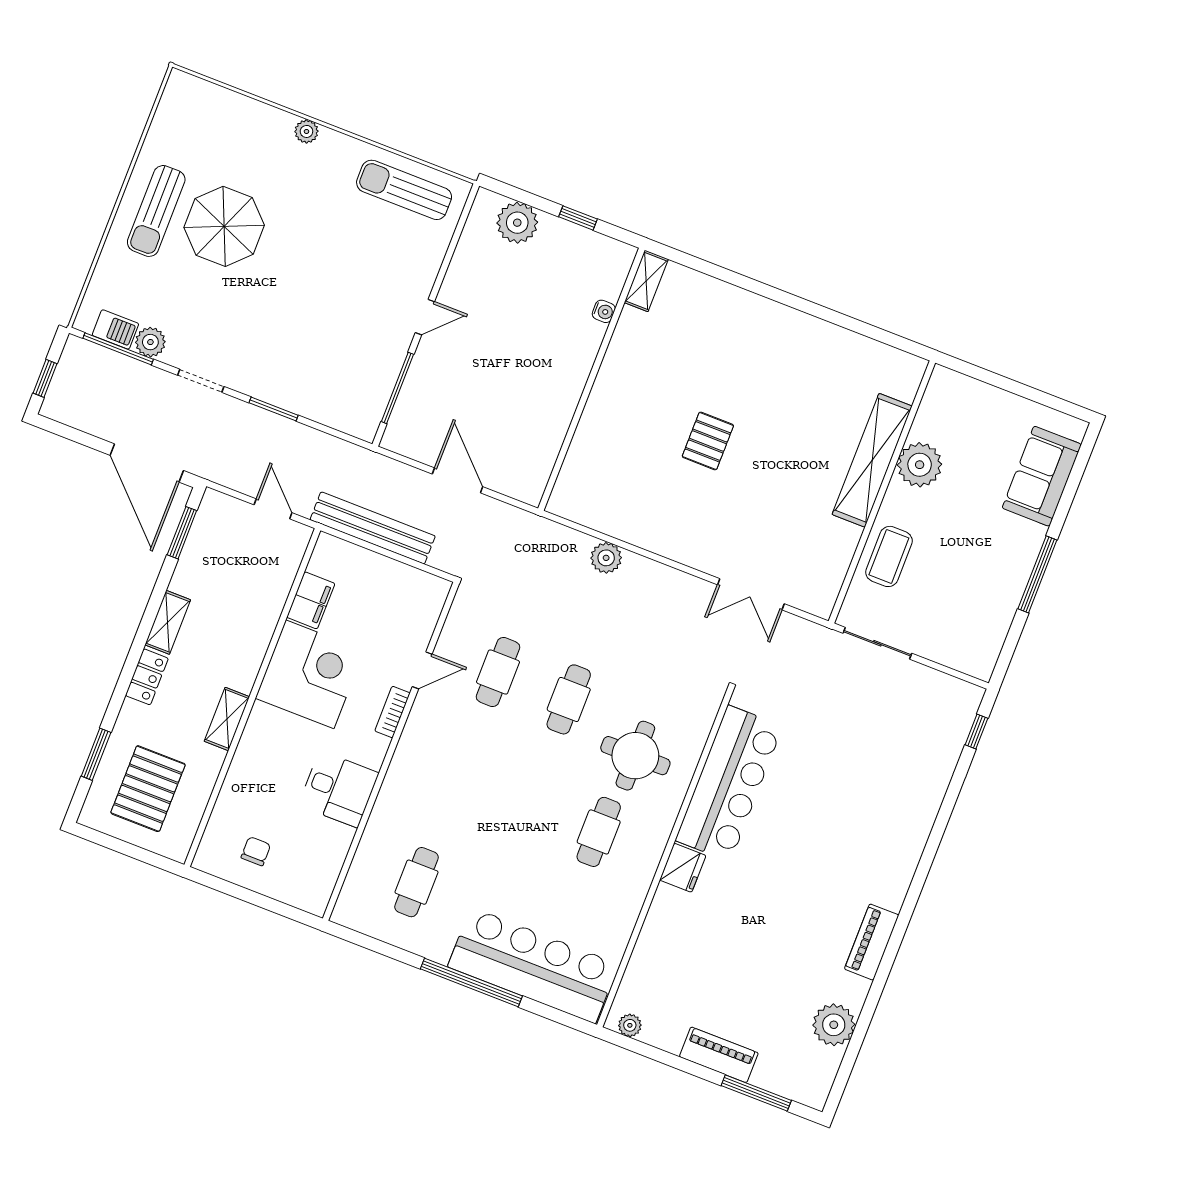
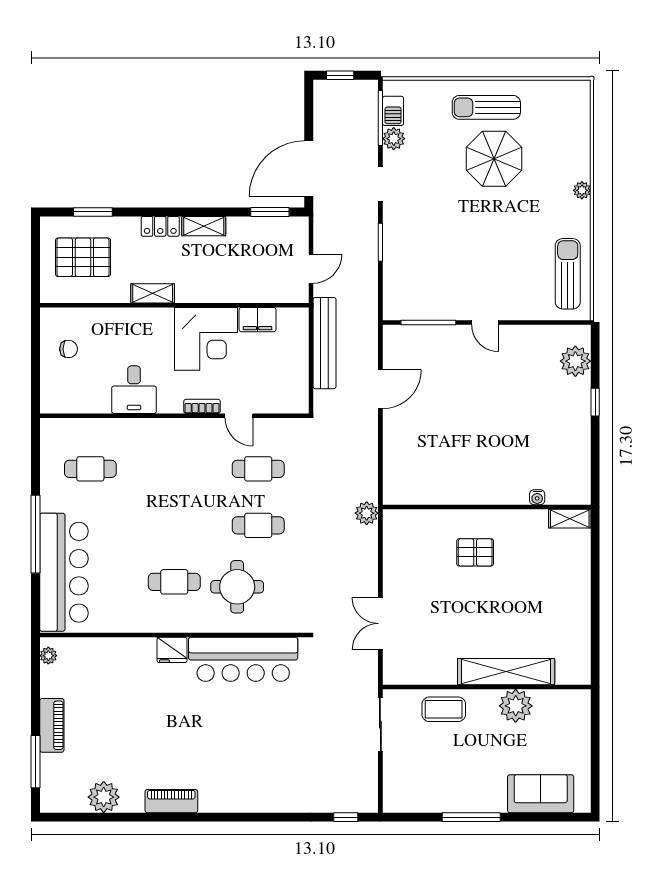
shelving: (646, 281) -> (570, 519), moved
water cooler: (604, 311) -> (537, 497), moved
wall: (591, 379) -> (487, 507), moved

